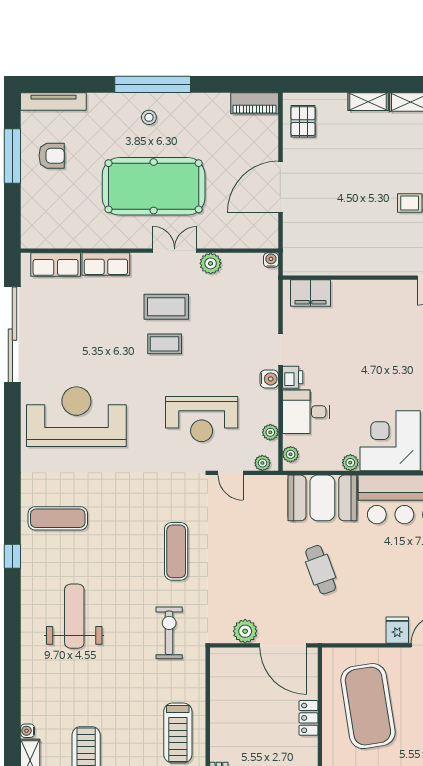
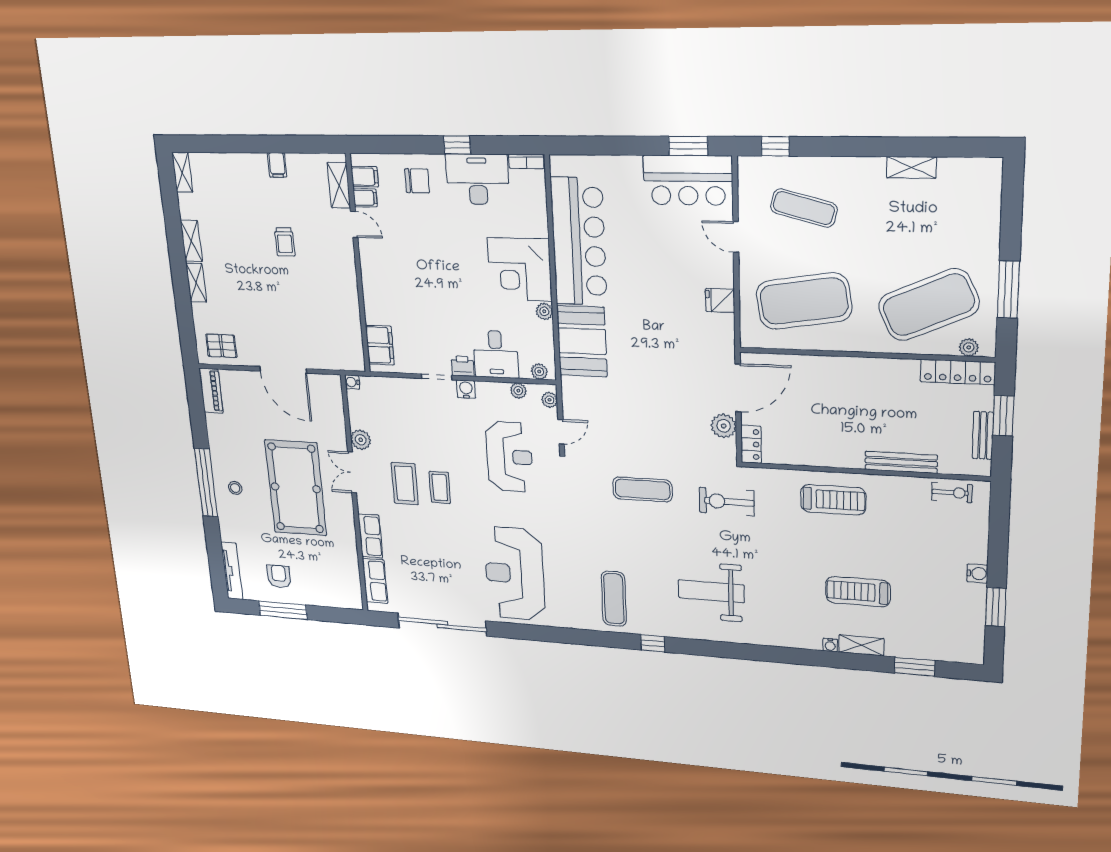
cafe table: (321, 570) -> (657, 346), removed
fridge: (397, 630) -> (720, 300), moved
locker: (308, 718) -> (751, 444), moved, turned -90

